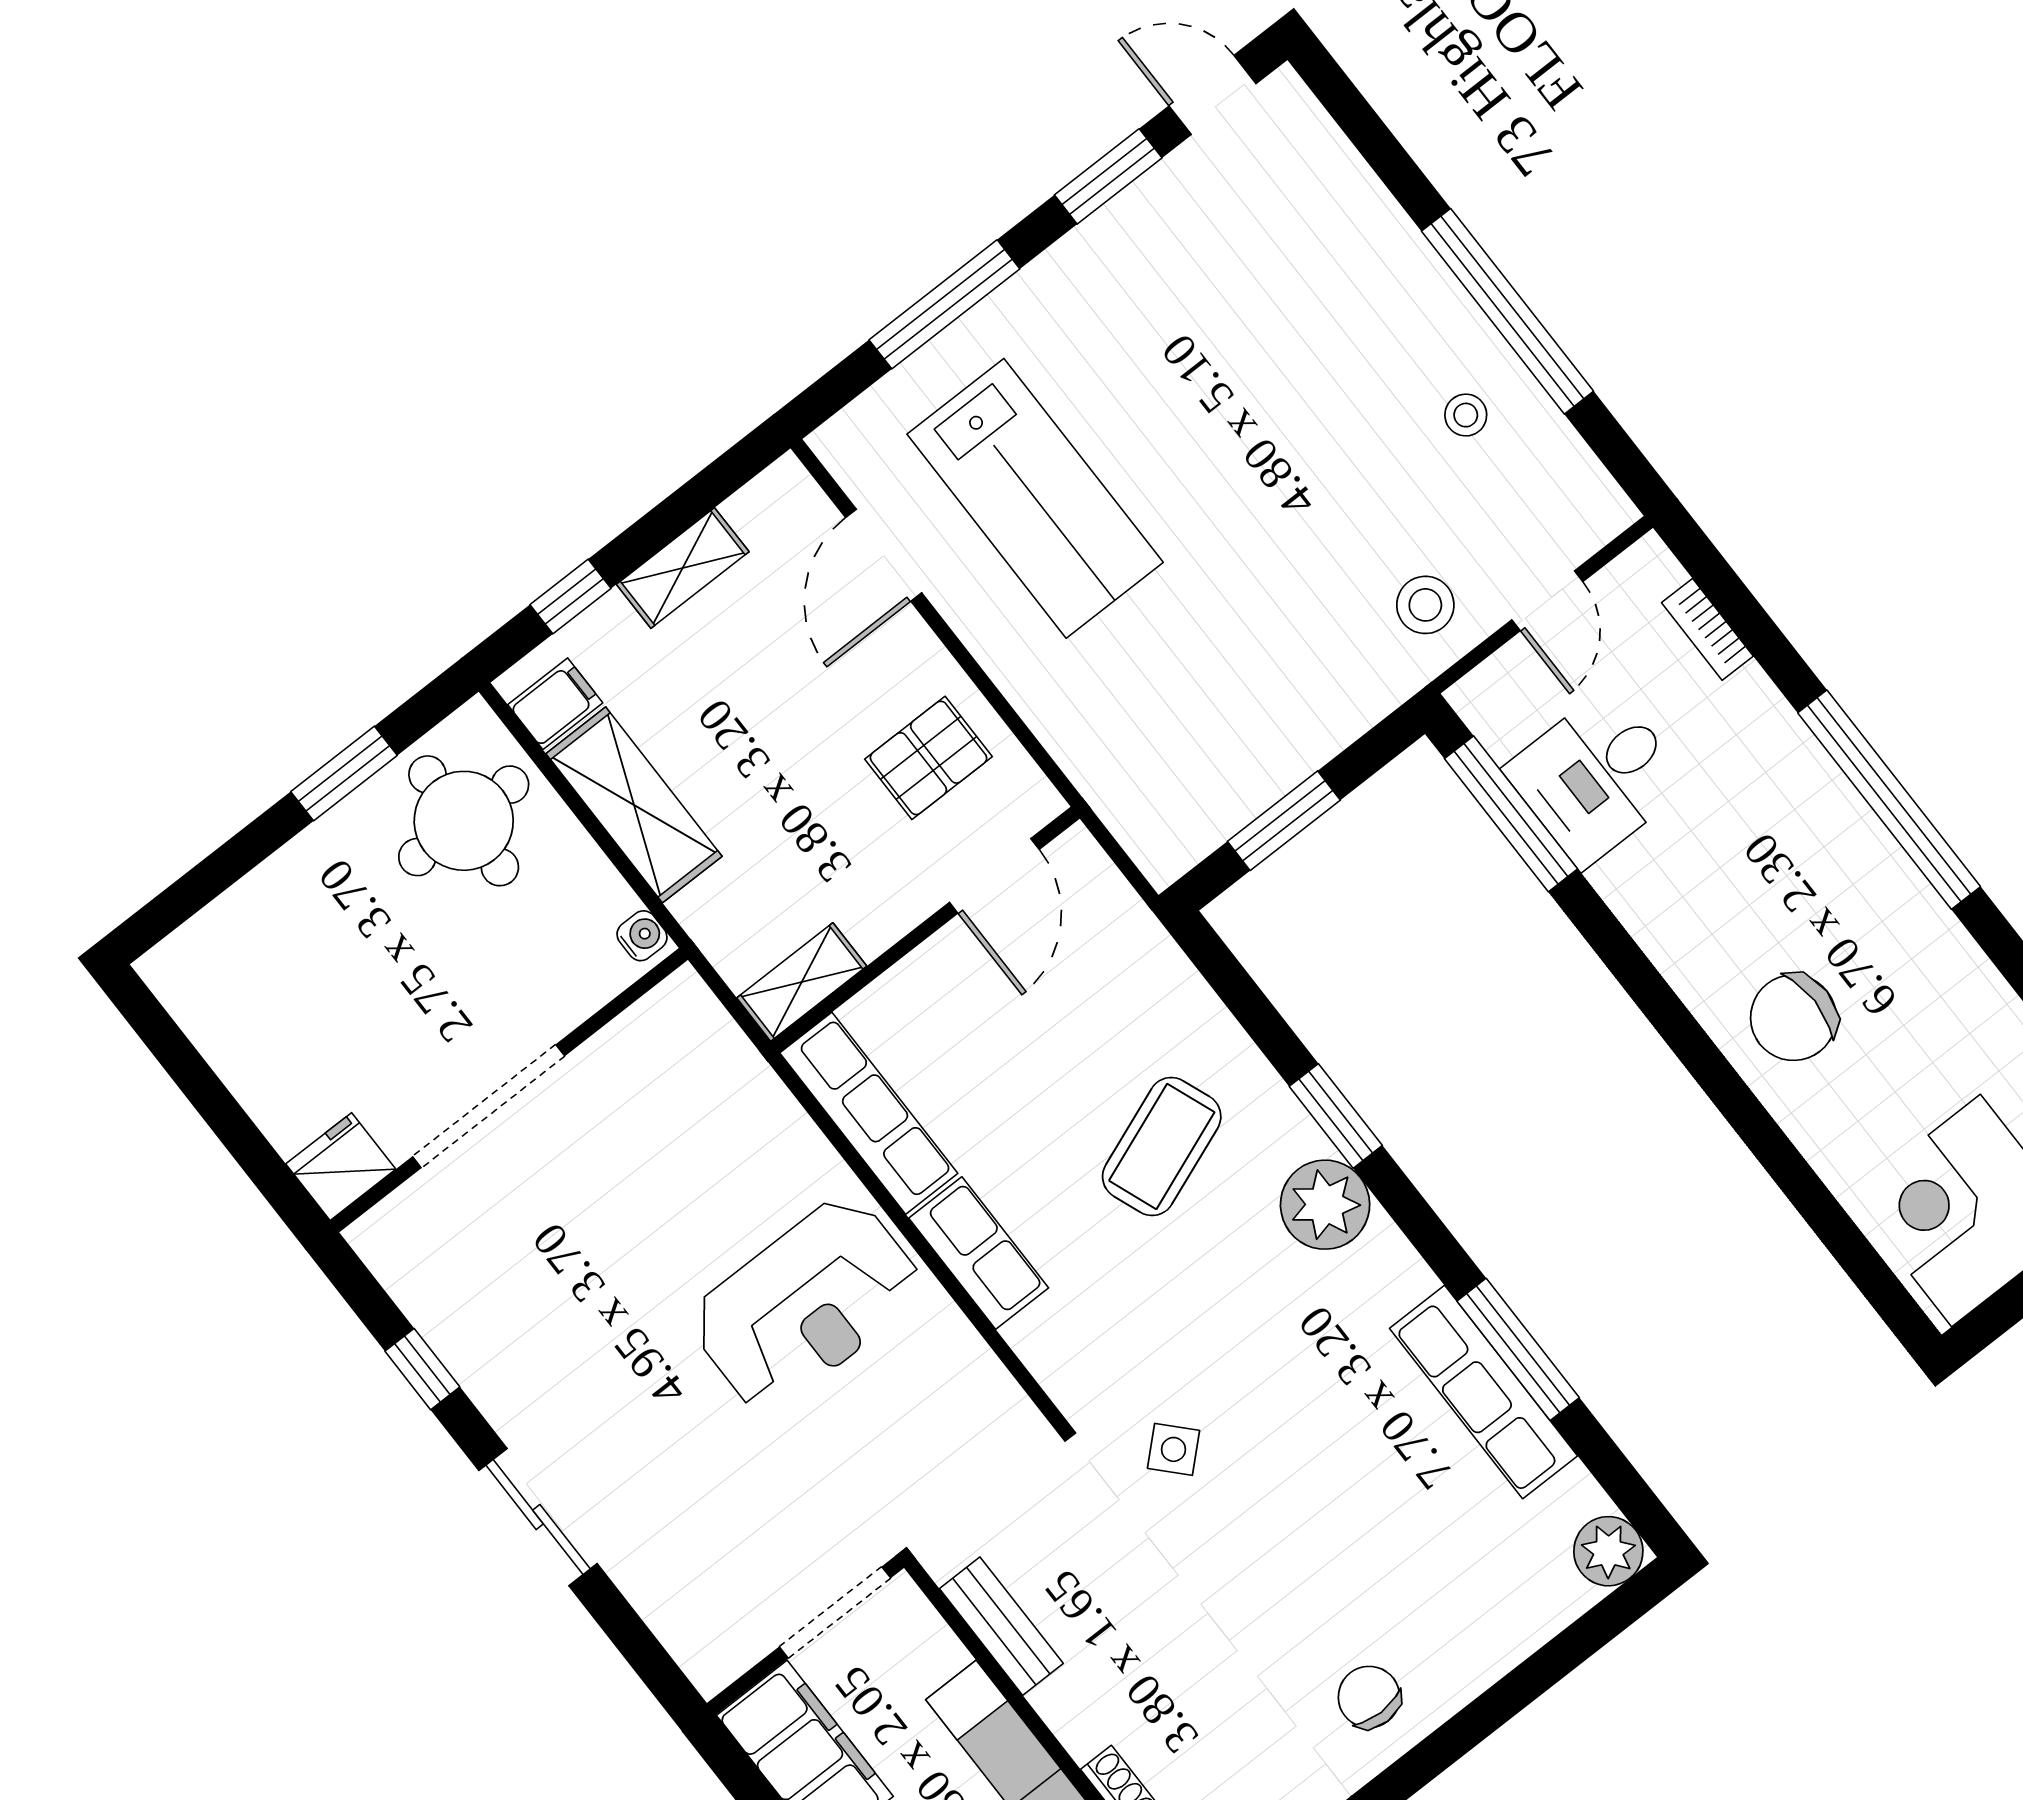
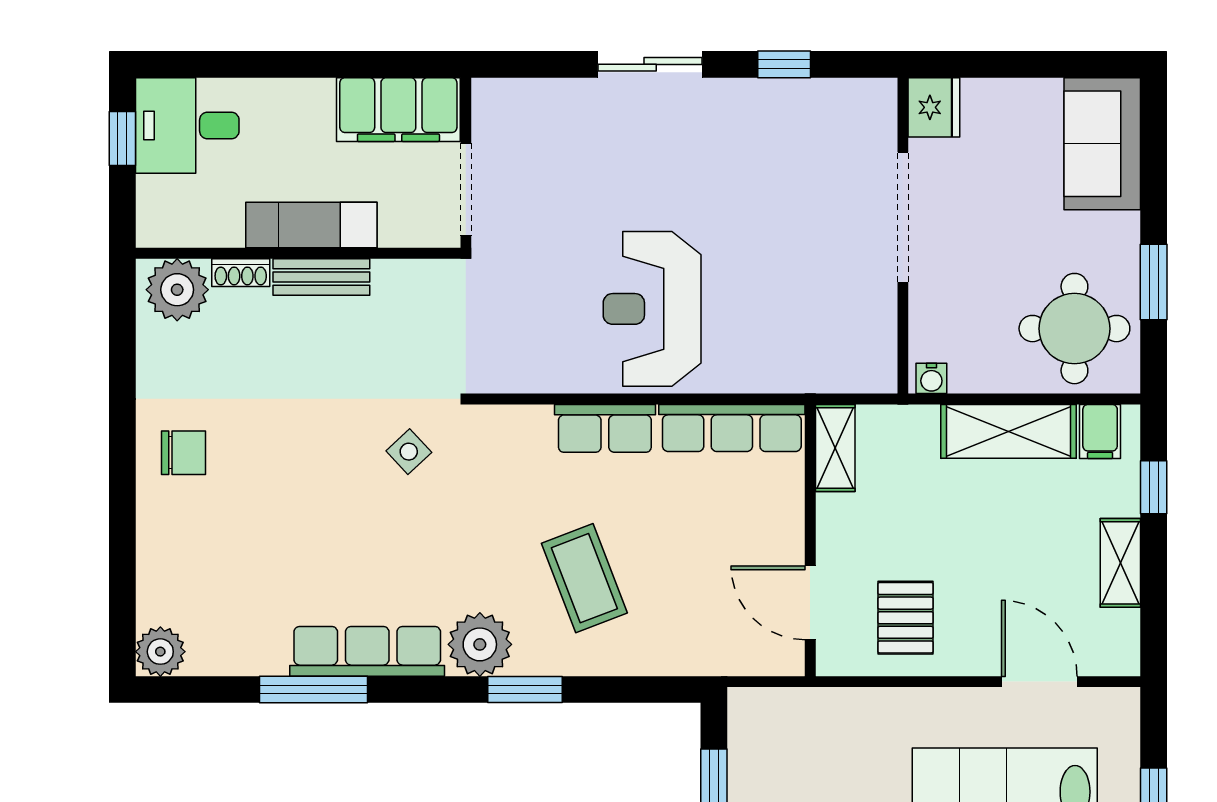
sofa: (236, 950) -> (1102, 144), added
row of seats: (1484, 1392) -> (367, 651), moved
bench: (1001, 1626) -> (321, 277), moved

